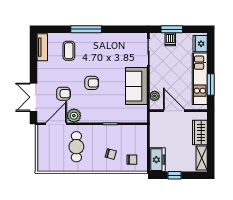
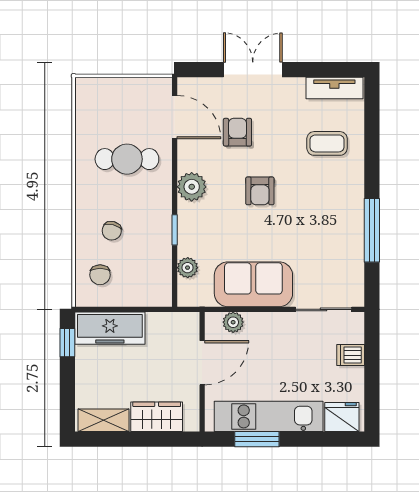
window: (86, 29) -> (372, 230), moved
window: (172, 29) -> (372, 358), removed
armchair: (63, 94) -> (237, 132), turned 180
double door: (33, 97) -> (253, 70), moved
plant: (74, 116) -> (192, 187), moved
plant: (128, 118) -> (188, 268), added
freezer: (157, 160) -> (110, 328), width x1.40
window: (175, 175) -> (67, 343), moved

